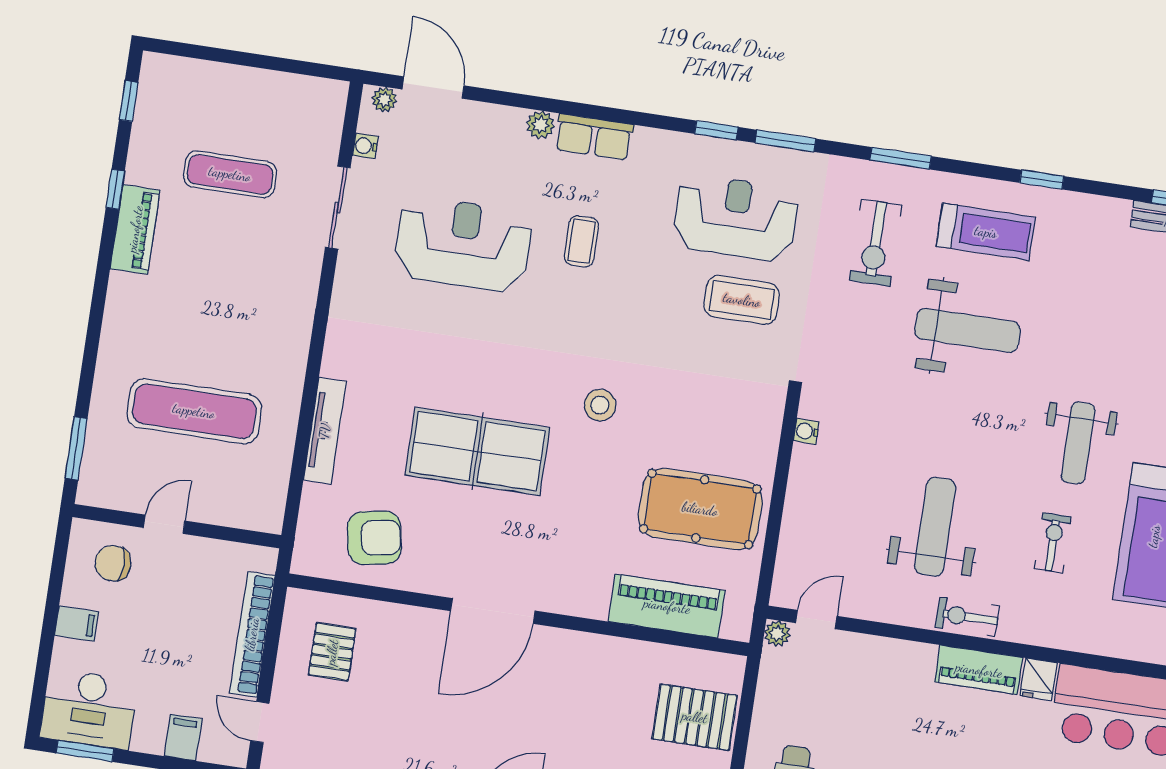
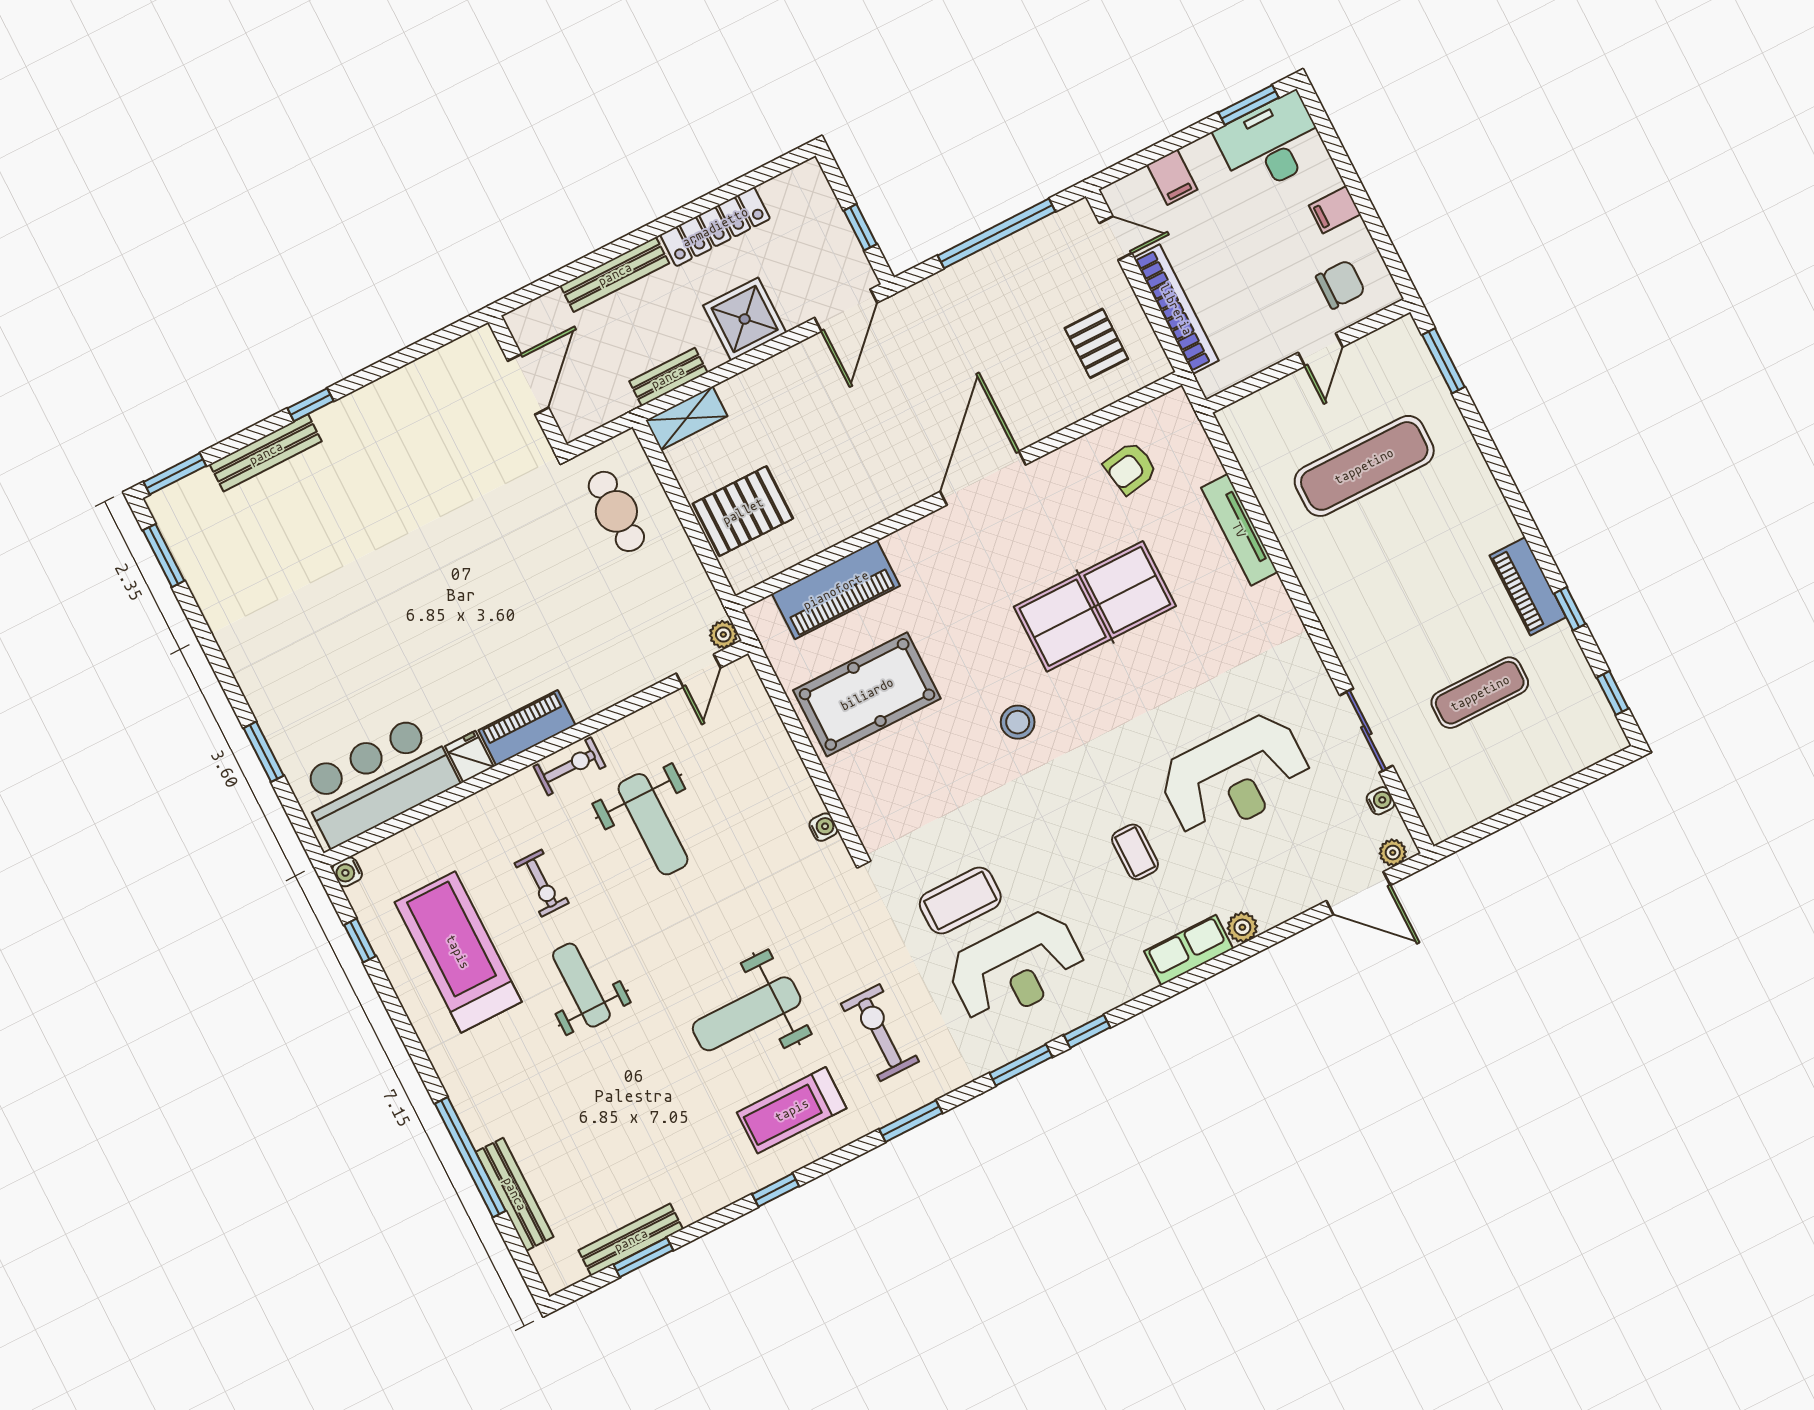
armchair: (374, 538) -> (1130, 468), width x0.72, depth x0.72

